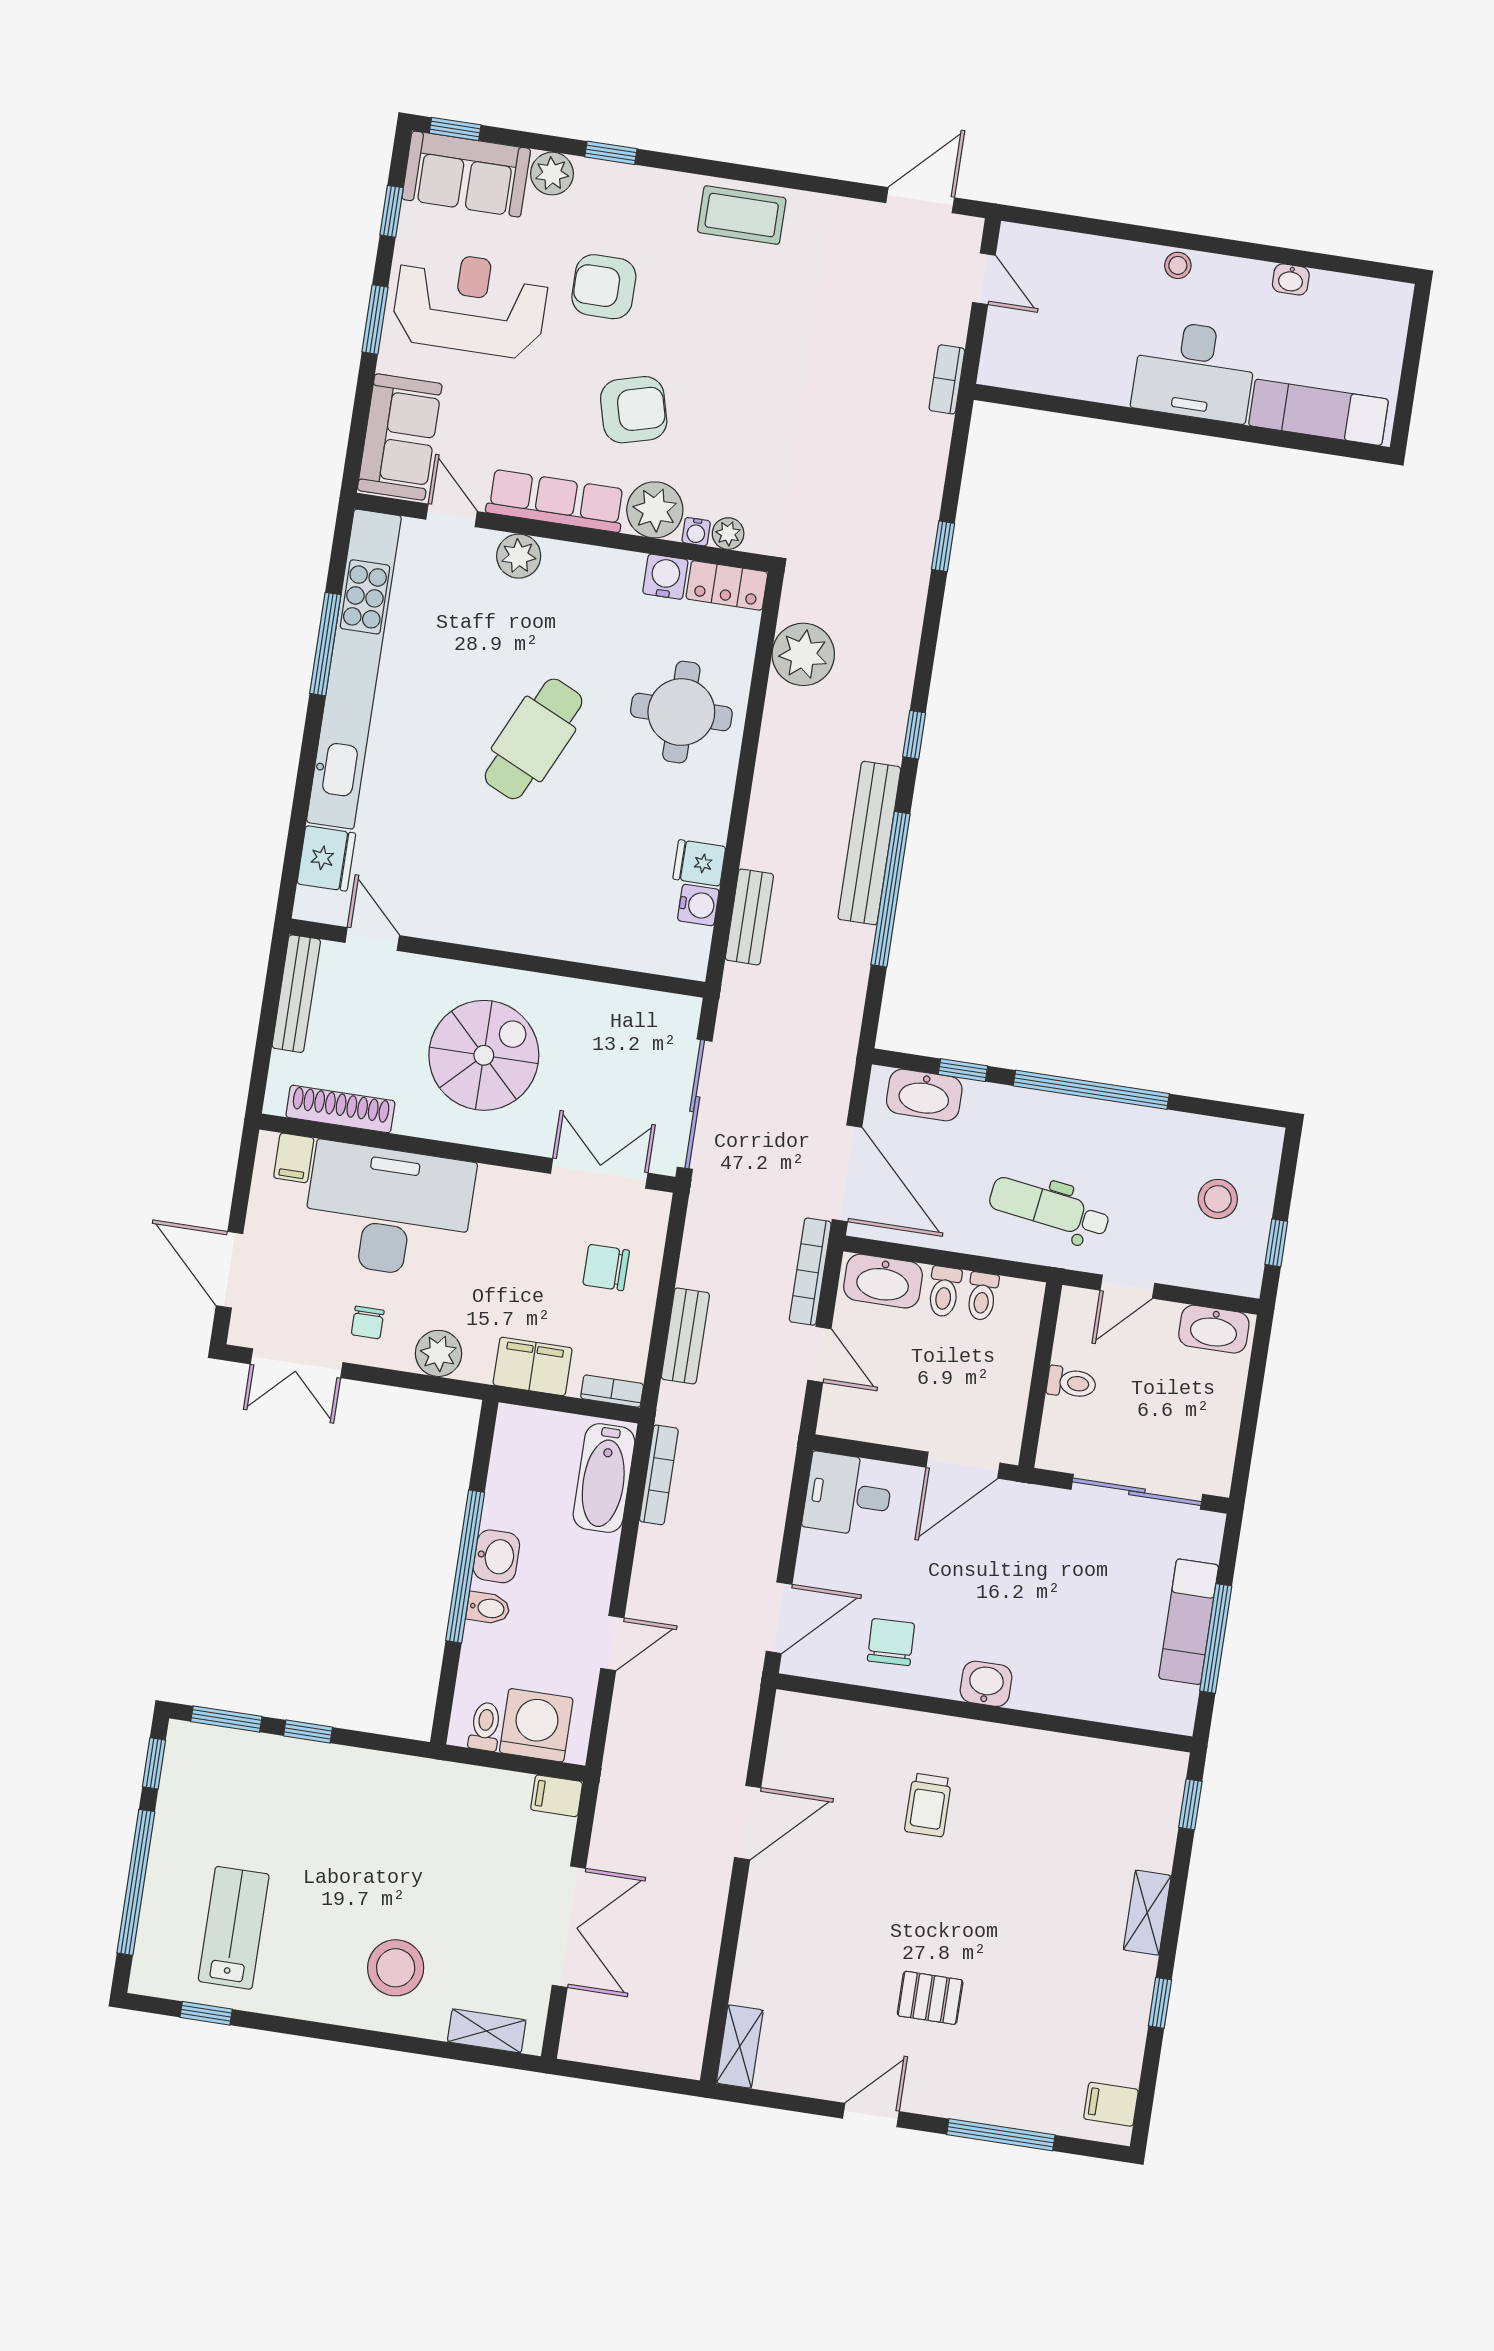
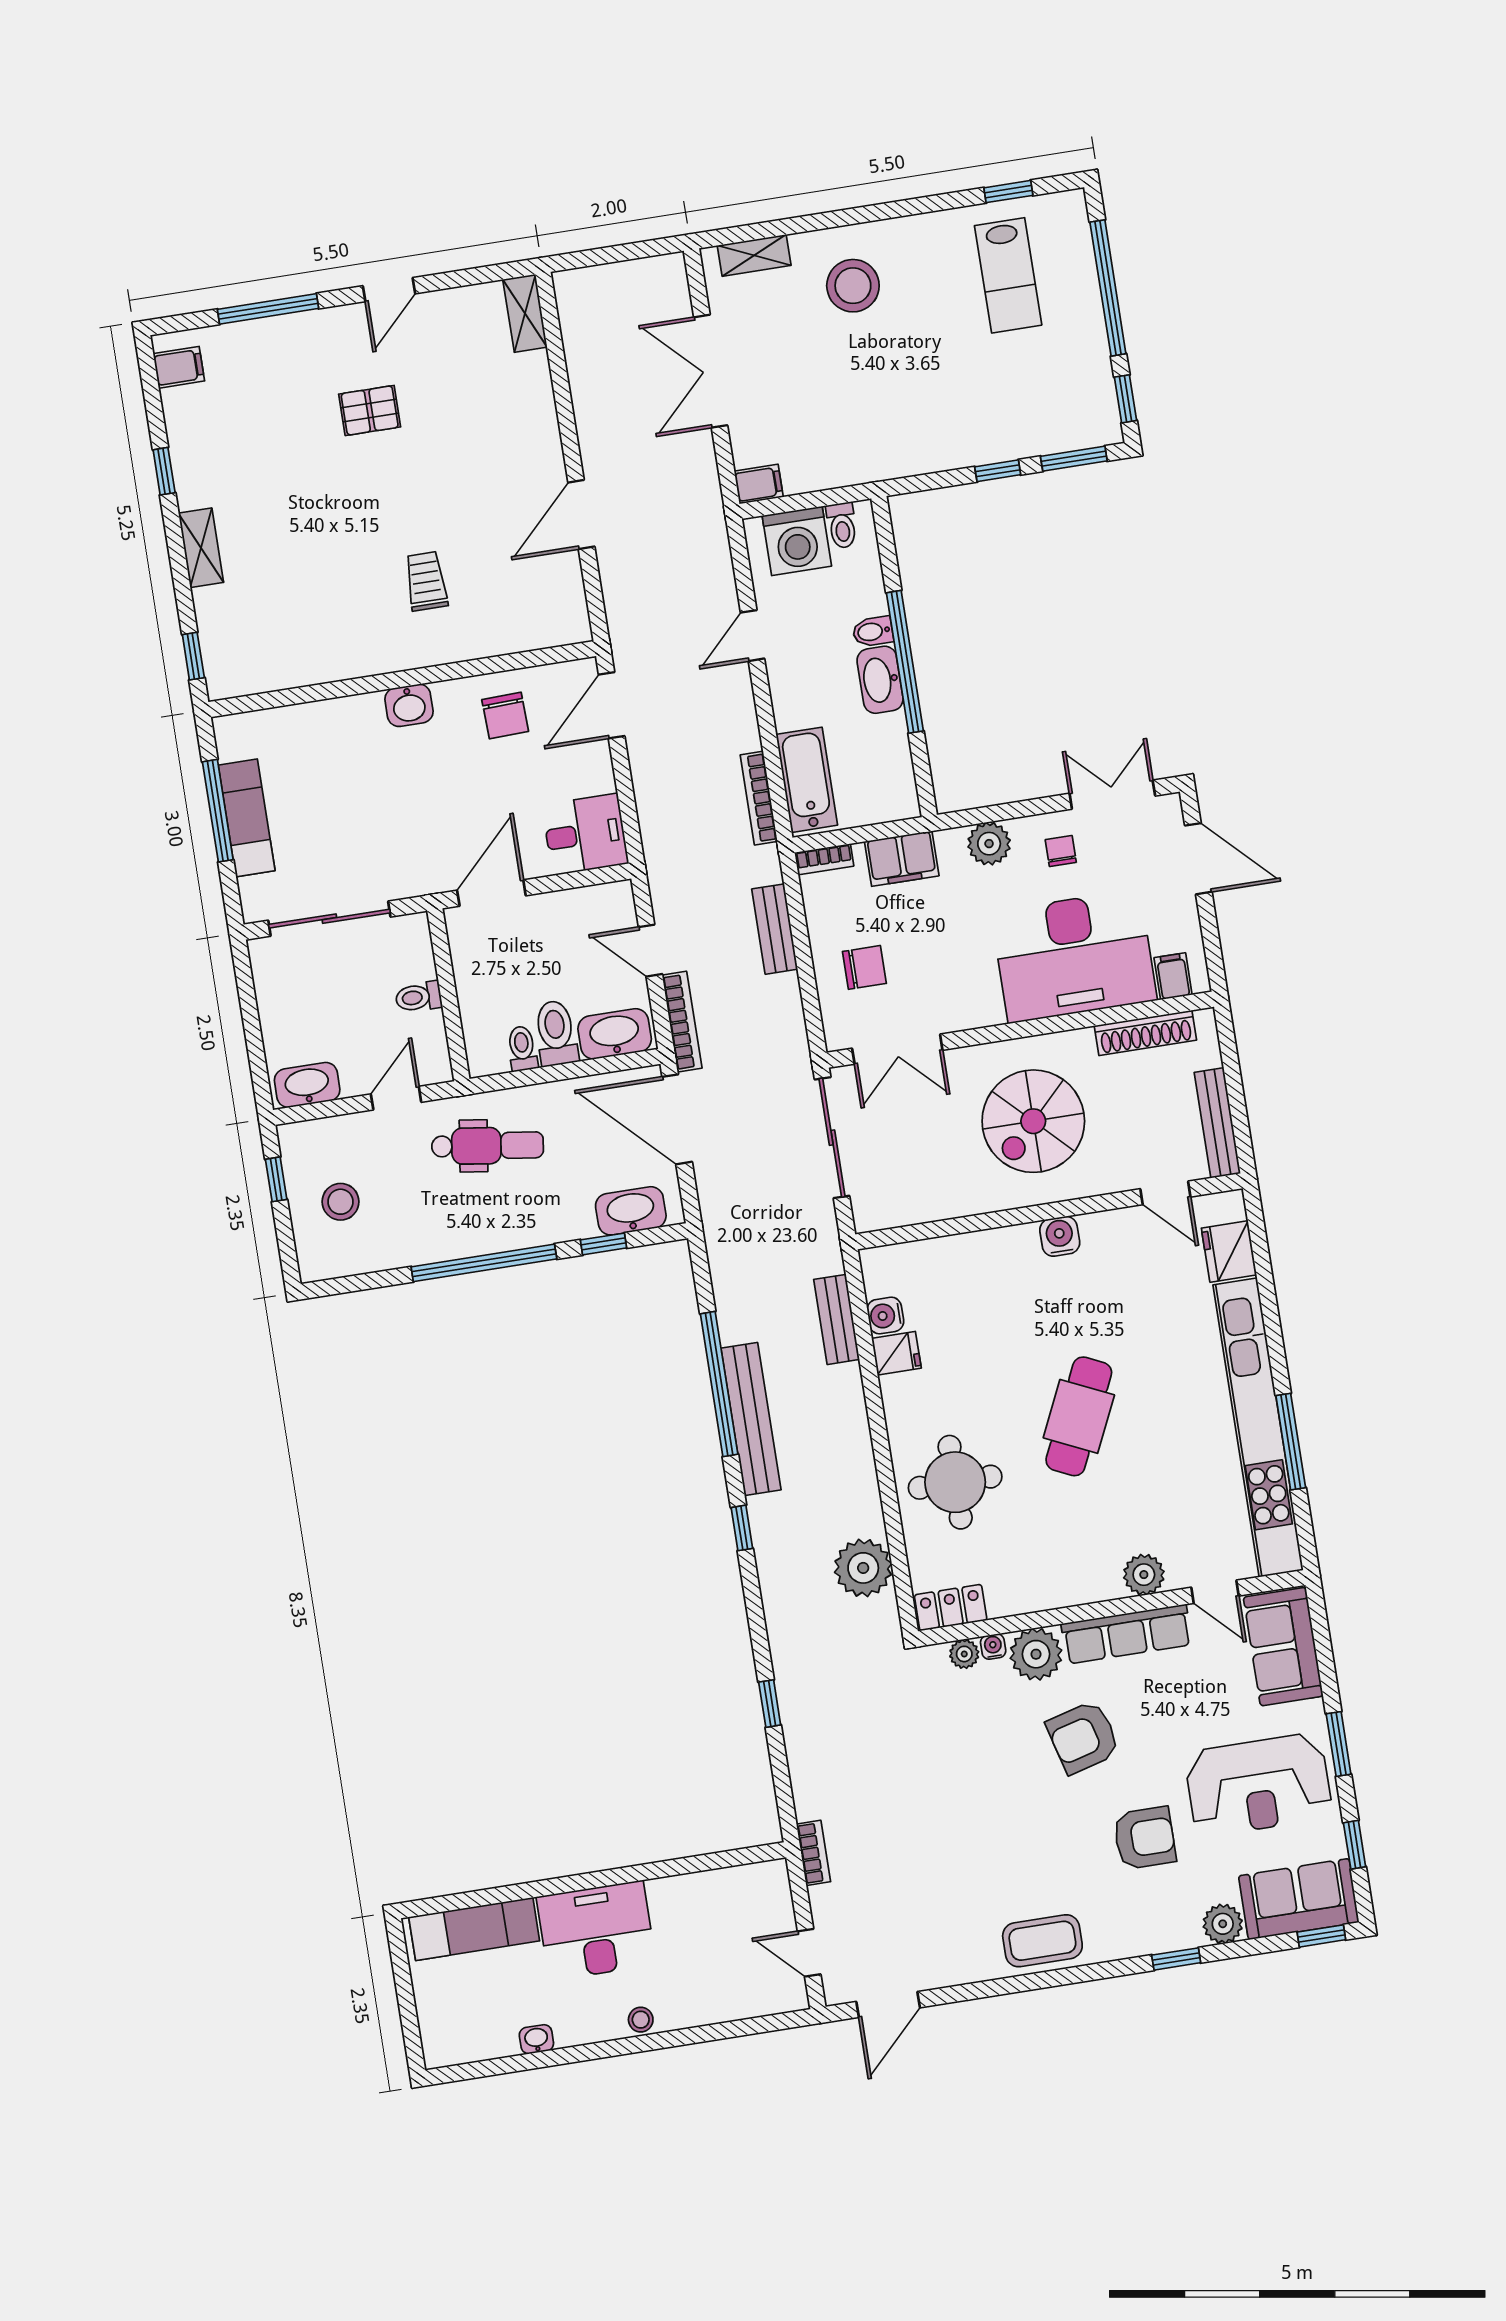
water cooler: (665, 577) -> (1060, 1236), moved, turned 180
toilet: (944, 1292) -> (556, 1033), width x1.37, depth x1.39
washbasin: (496, 1556) -> (880, 680), width x1.38

